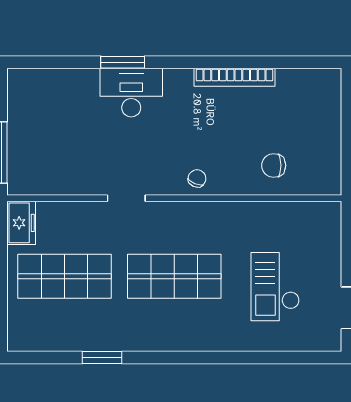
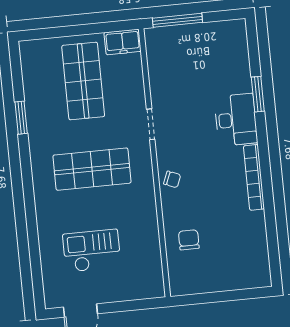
window: (123, 62) -> (258, 94), moved
bookcase: (235, 77) -> (254, 177), moved
shop shelf: (174, 276) -> (92, 169), turned 90

